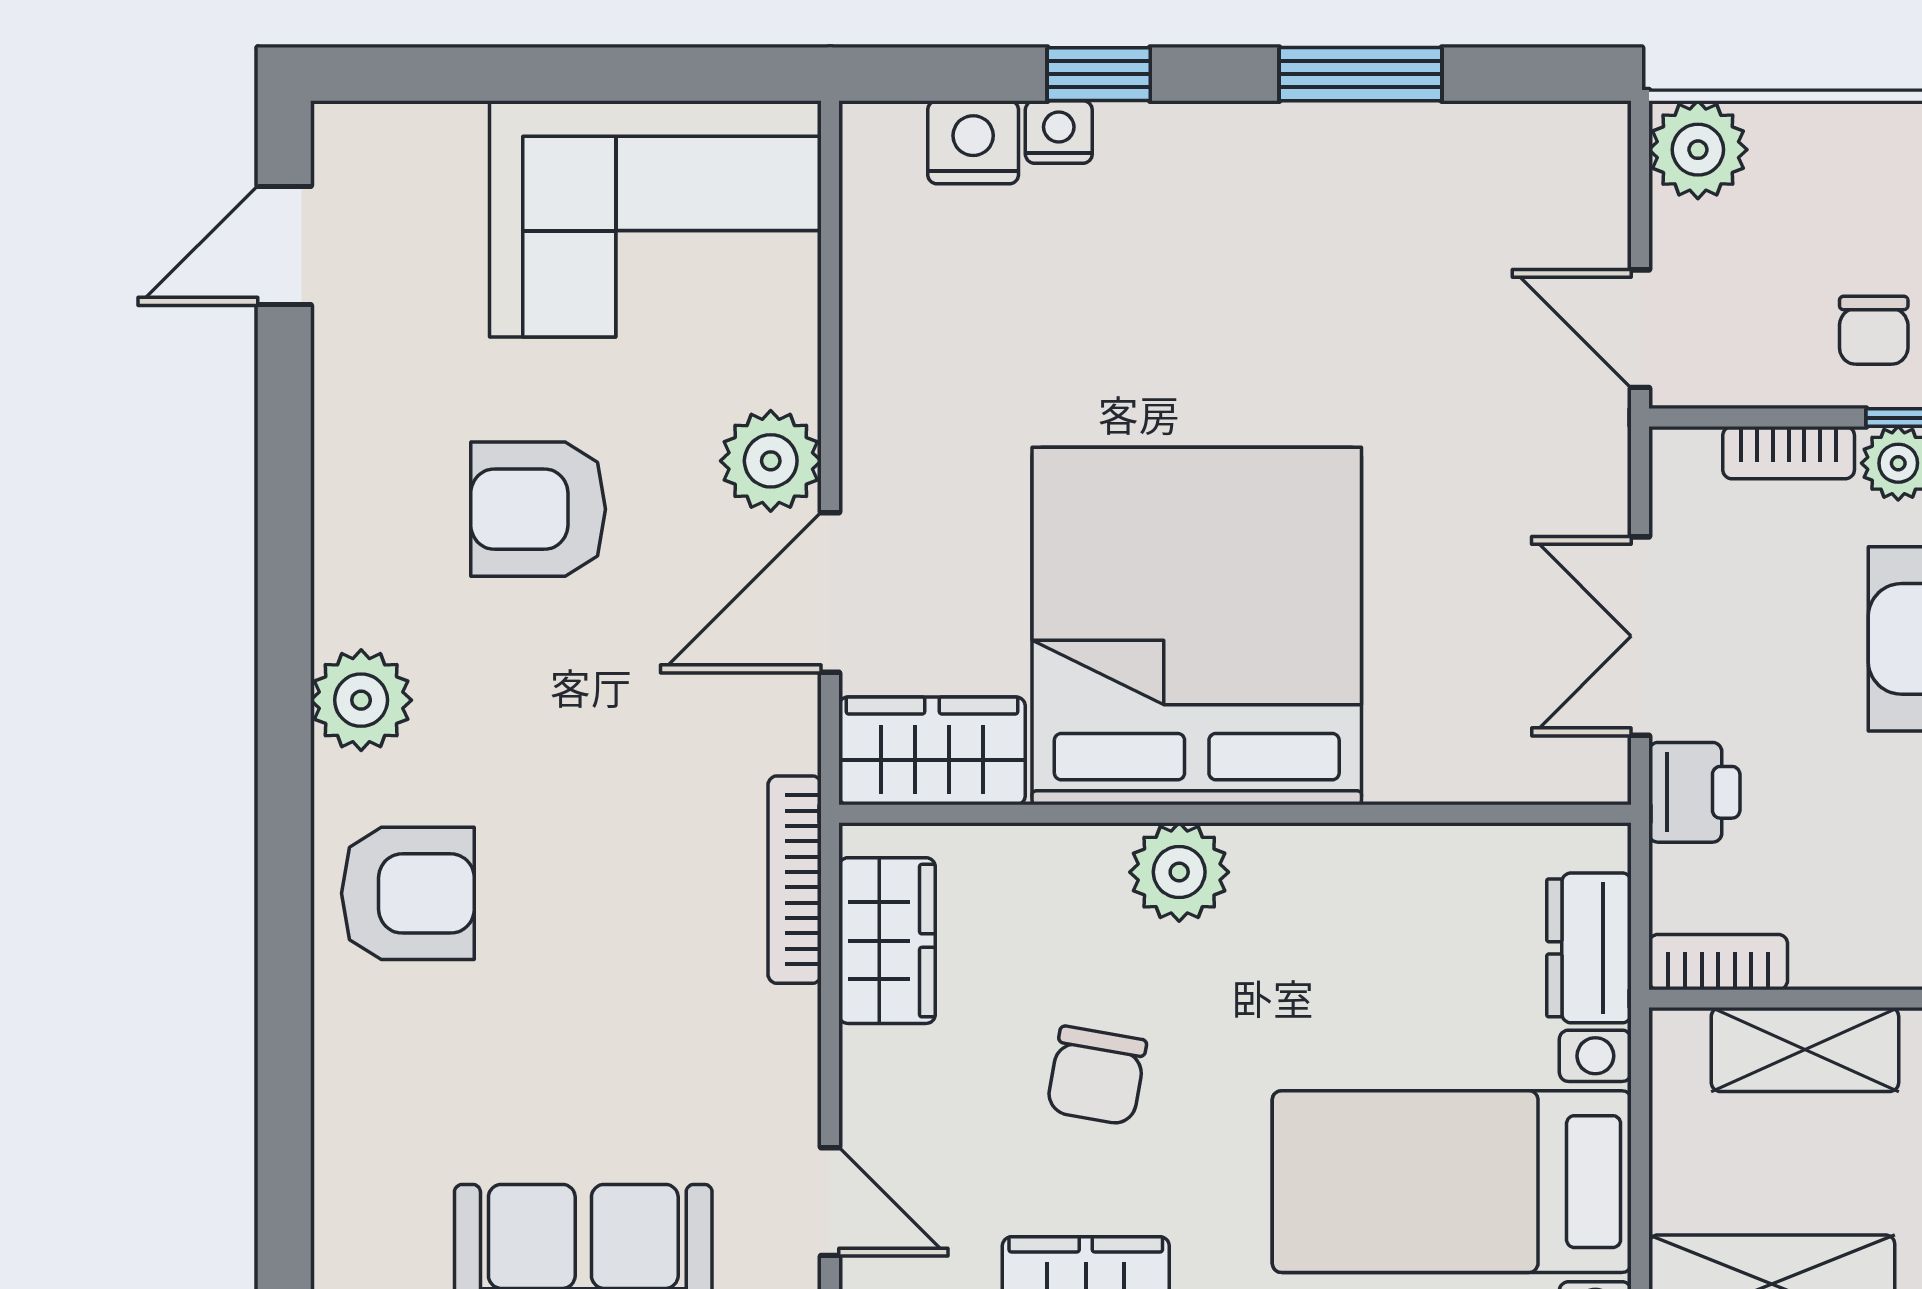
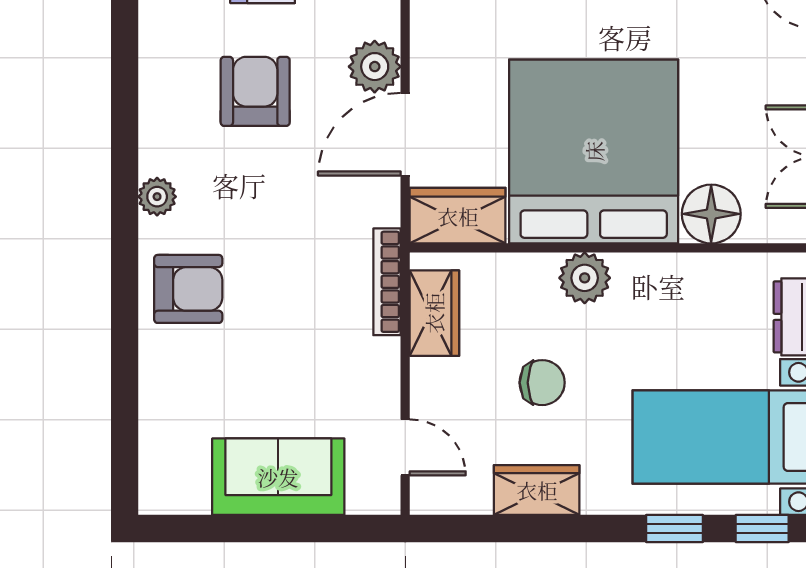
armchair: (538, 509) -> (255, 91), turned 90
plant: (361, 700) -> (157, 197), width x0.73, depth x0.73
floor lamp: (1426, 748) -> (711, 214), added
chair: (1097, 1076) -> (542, 383), turned -100

